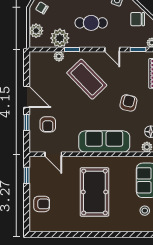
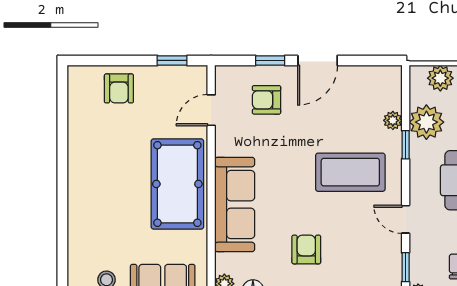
door: (112, 49) -> (406, 219), hinge flipped
coffee table: (87, 79) -> (350, 172), turned 44
armchair: (128, 103) -> (306, 249), turned -103
pool table: (94, 192) -> (177, 184), moved, turned 90

